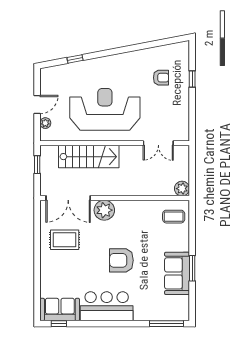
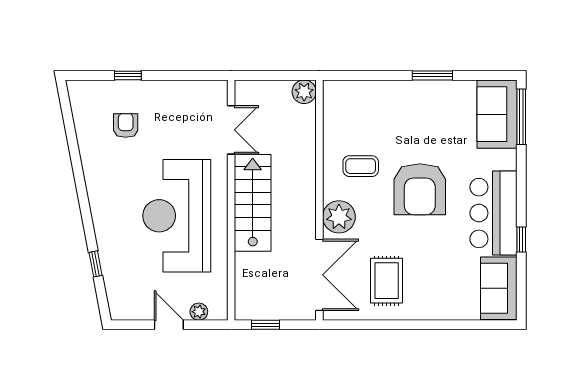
stairs: (89, 157) -> (253, 203), moved
coffee table: (174, 217) -> (361, 166), moved, turned 90
armchair: (121, 260) -> (420, 189), width x1.36, depth x1.36
sofa: (177, 273) -> (497, 114), moved, turned 90
window: (59, 324) -> (521, 240), moved

